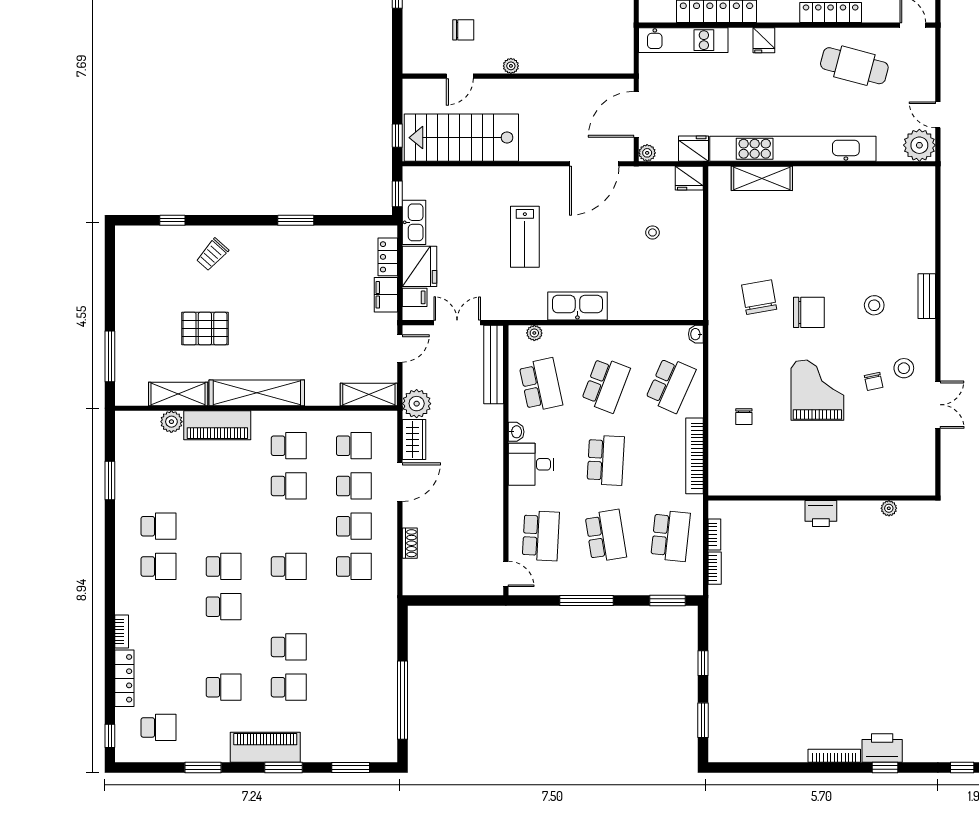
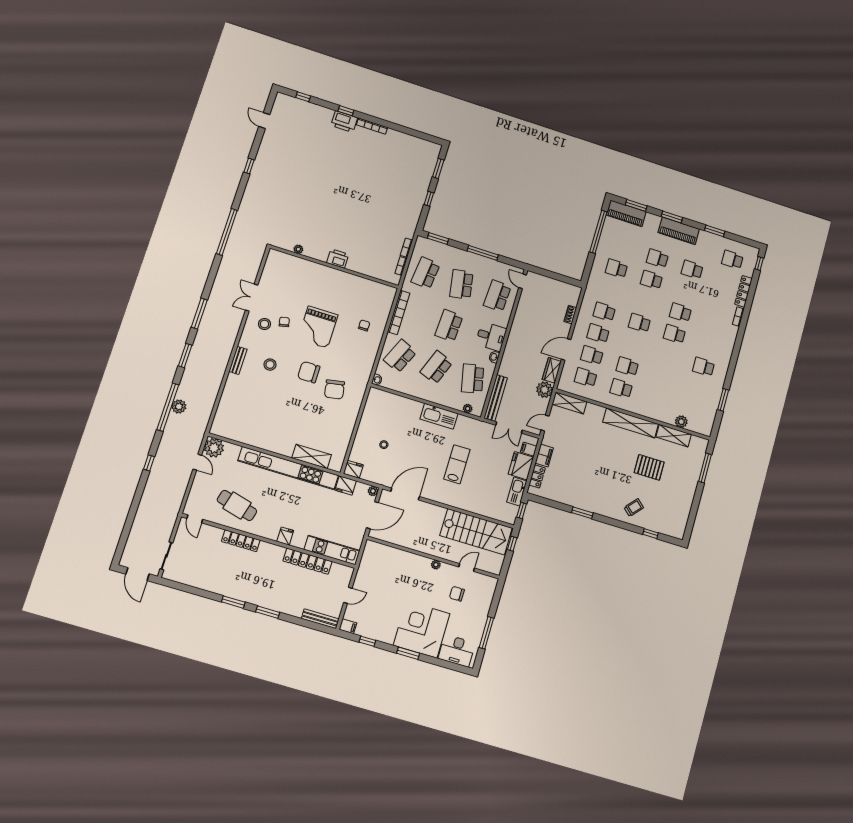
piano: (217, 425) -> (626, 213), moved, turned 180
school desk: (159, 566) -> (616, 269), moved

